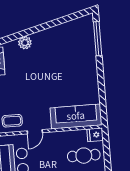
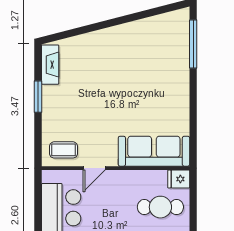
plant: (25, 43) -> (90, 41), removed

